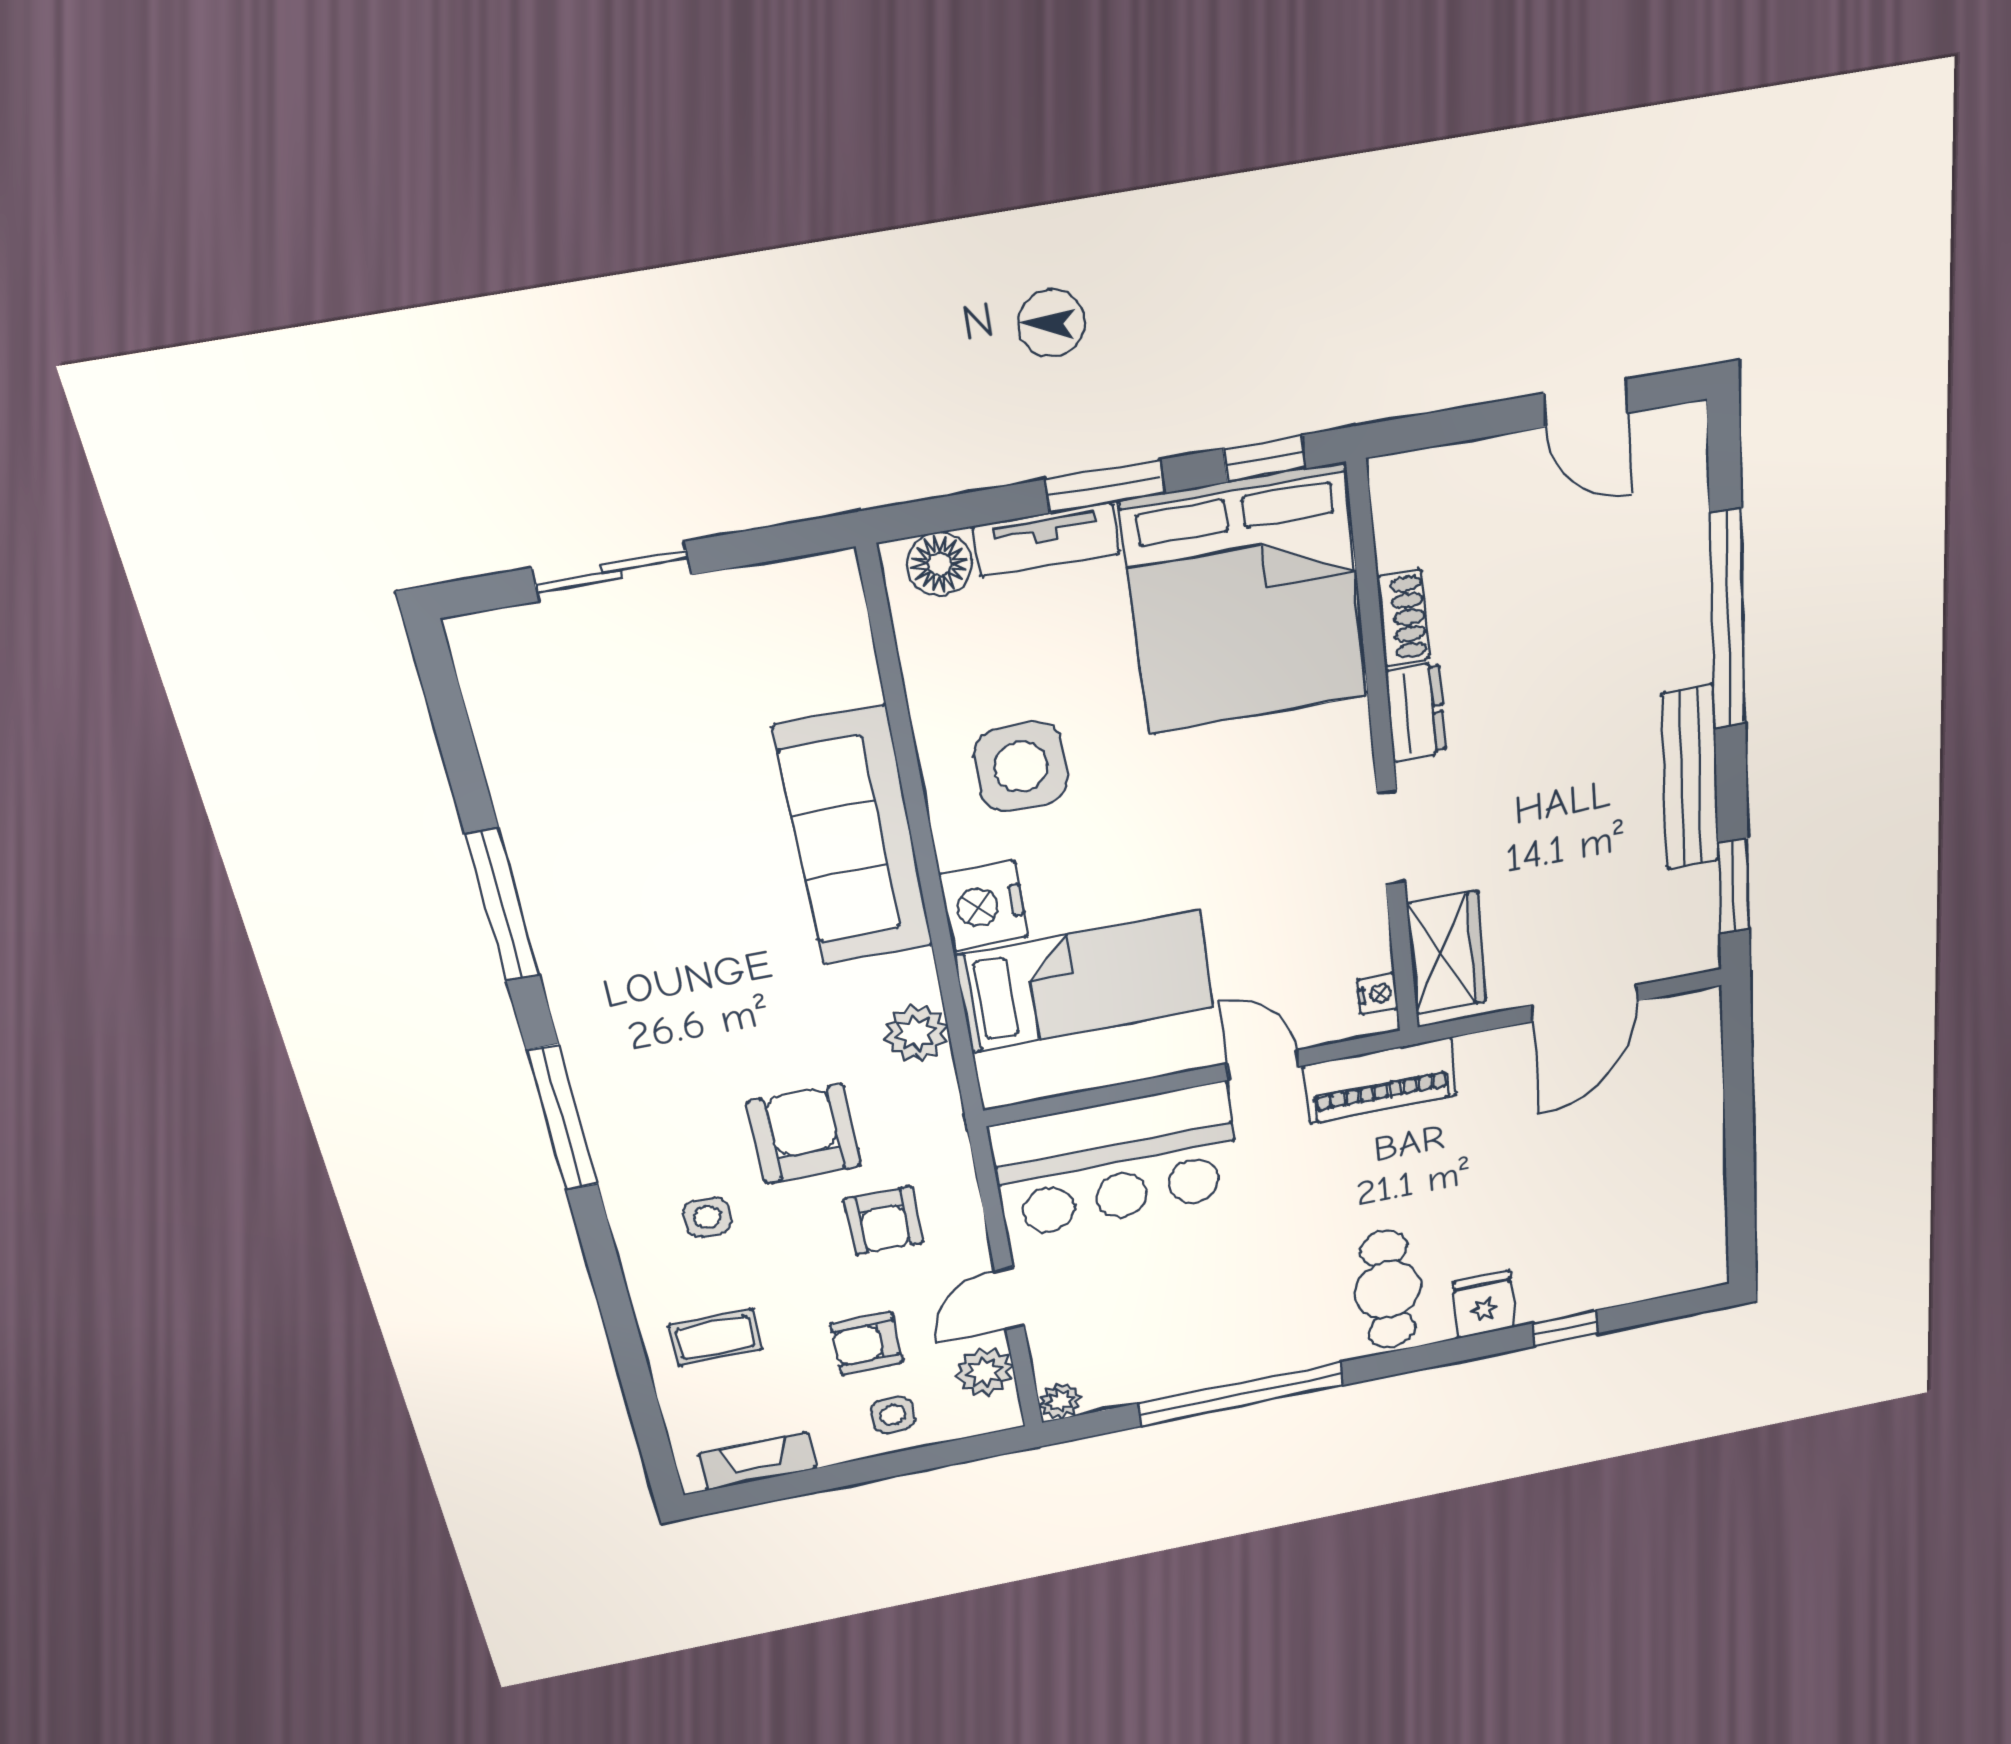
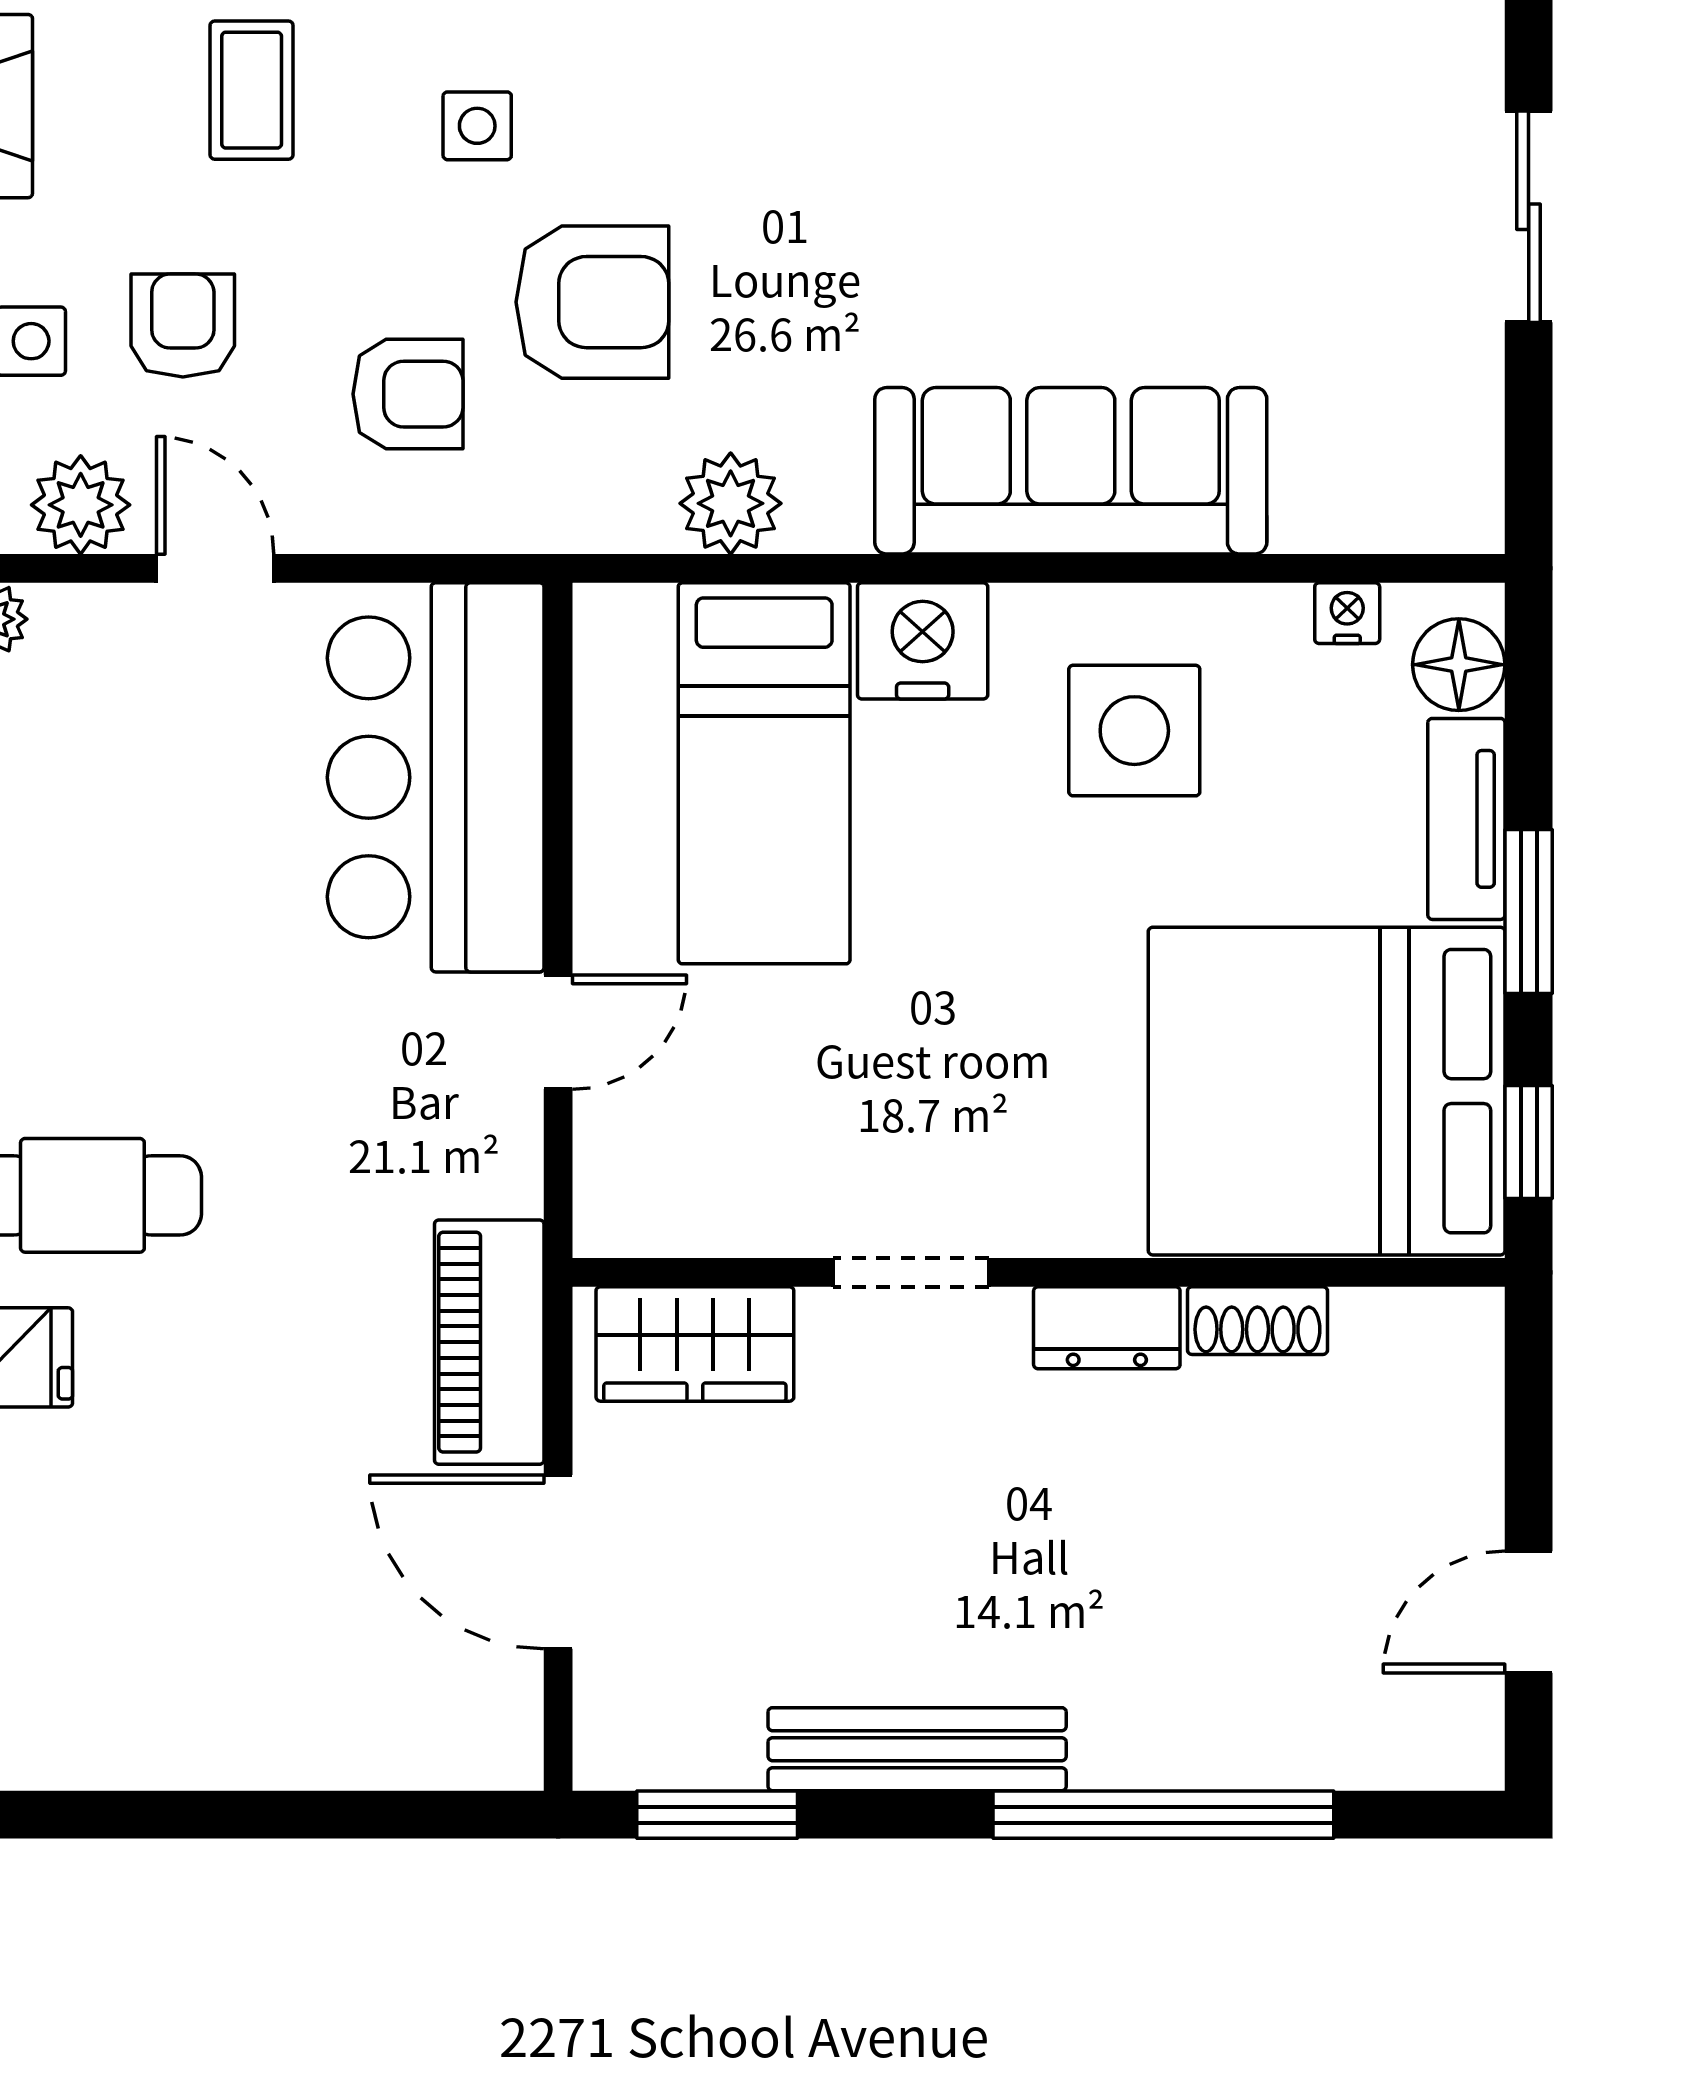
nightstand: (1377, 994) -> (1347, 613), moved, turned 180
piano: (1380, 1080) -> (489, 1342), moved
armchair: (883, 1221) -> (408, 394), turned 180

